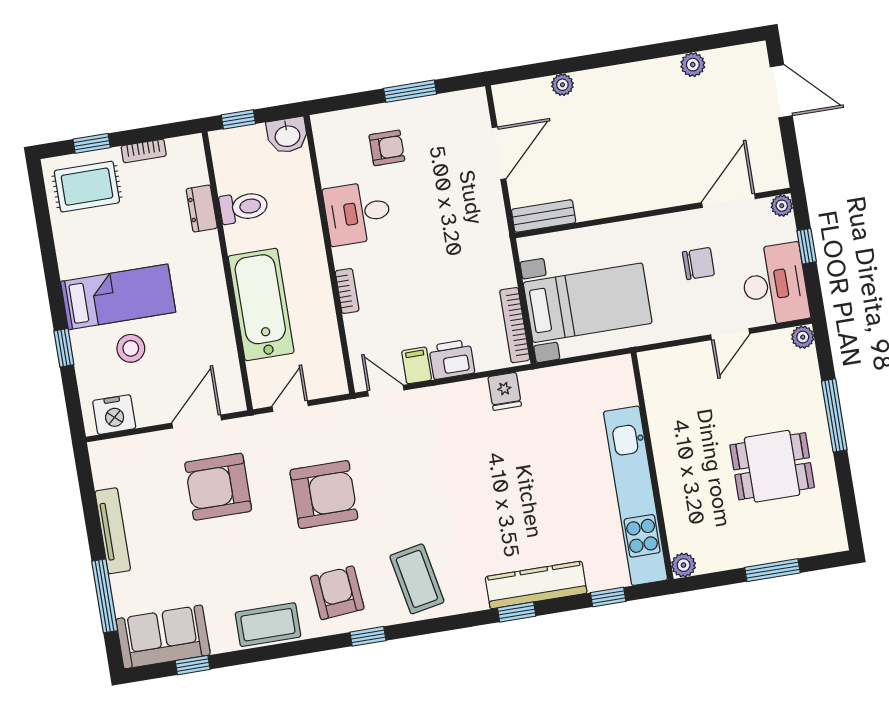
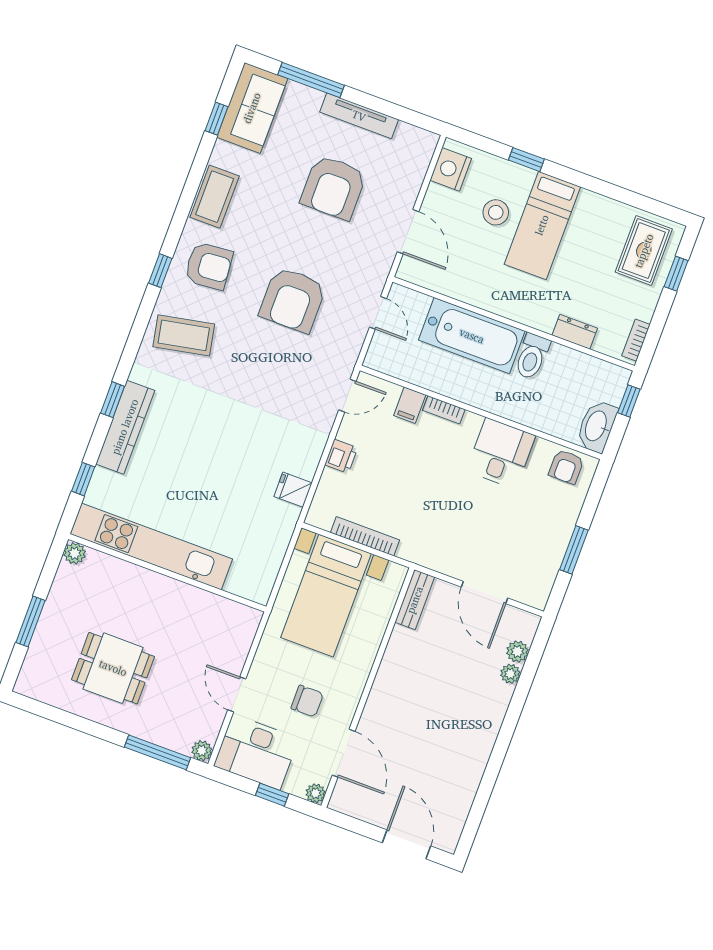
plant: (693, 65) -> (517, 652), moved
door: (781, 91) -> (406, 844), swing flipped
washbasin: (287, 135) -> (597, 426), width x1.38
armchair: (387, 148) -> (566, 467), moved
bookcase: (144, 151) -> (636, 340), moved
toilet: (244, 207) -> (532, 356), moved
chair: (698, 264) -> (307, 701), turned -90
bookcase: (515, 325) -> (365, 536), moved
printer: (452, 359) -> (341, 456), width x0.73, depth x0.81
filing cabinet: (417, 365) -> (410, 405), moved, turned 90
window: (834, 415) -> (158, 752), moved
dining table: (772, 466) -> (113, 668), turned 90
armchair: (218, 487) -> (333, 187), moved, turned 180

